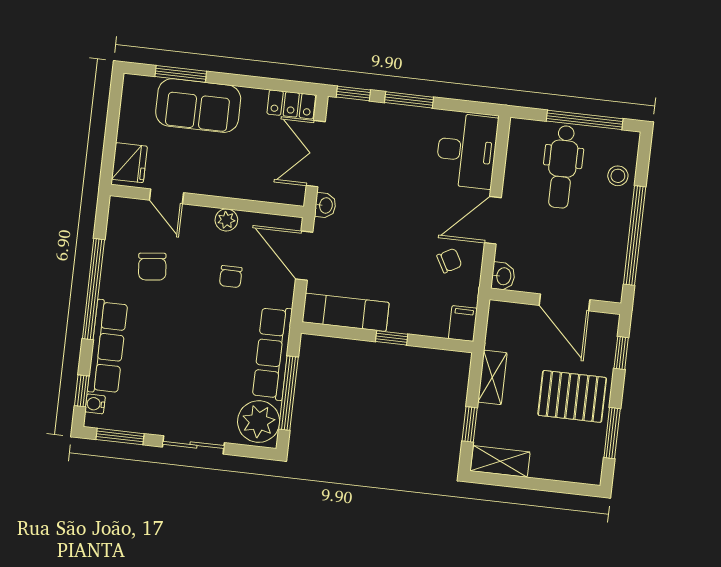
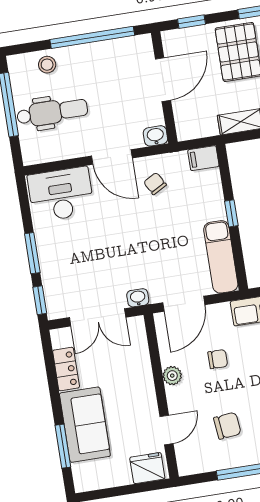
locker: (291, 104) -> (66, 369), moved

